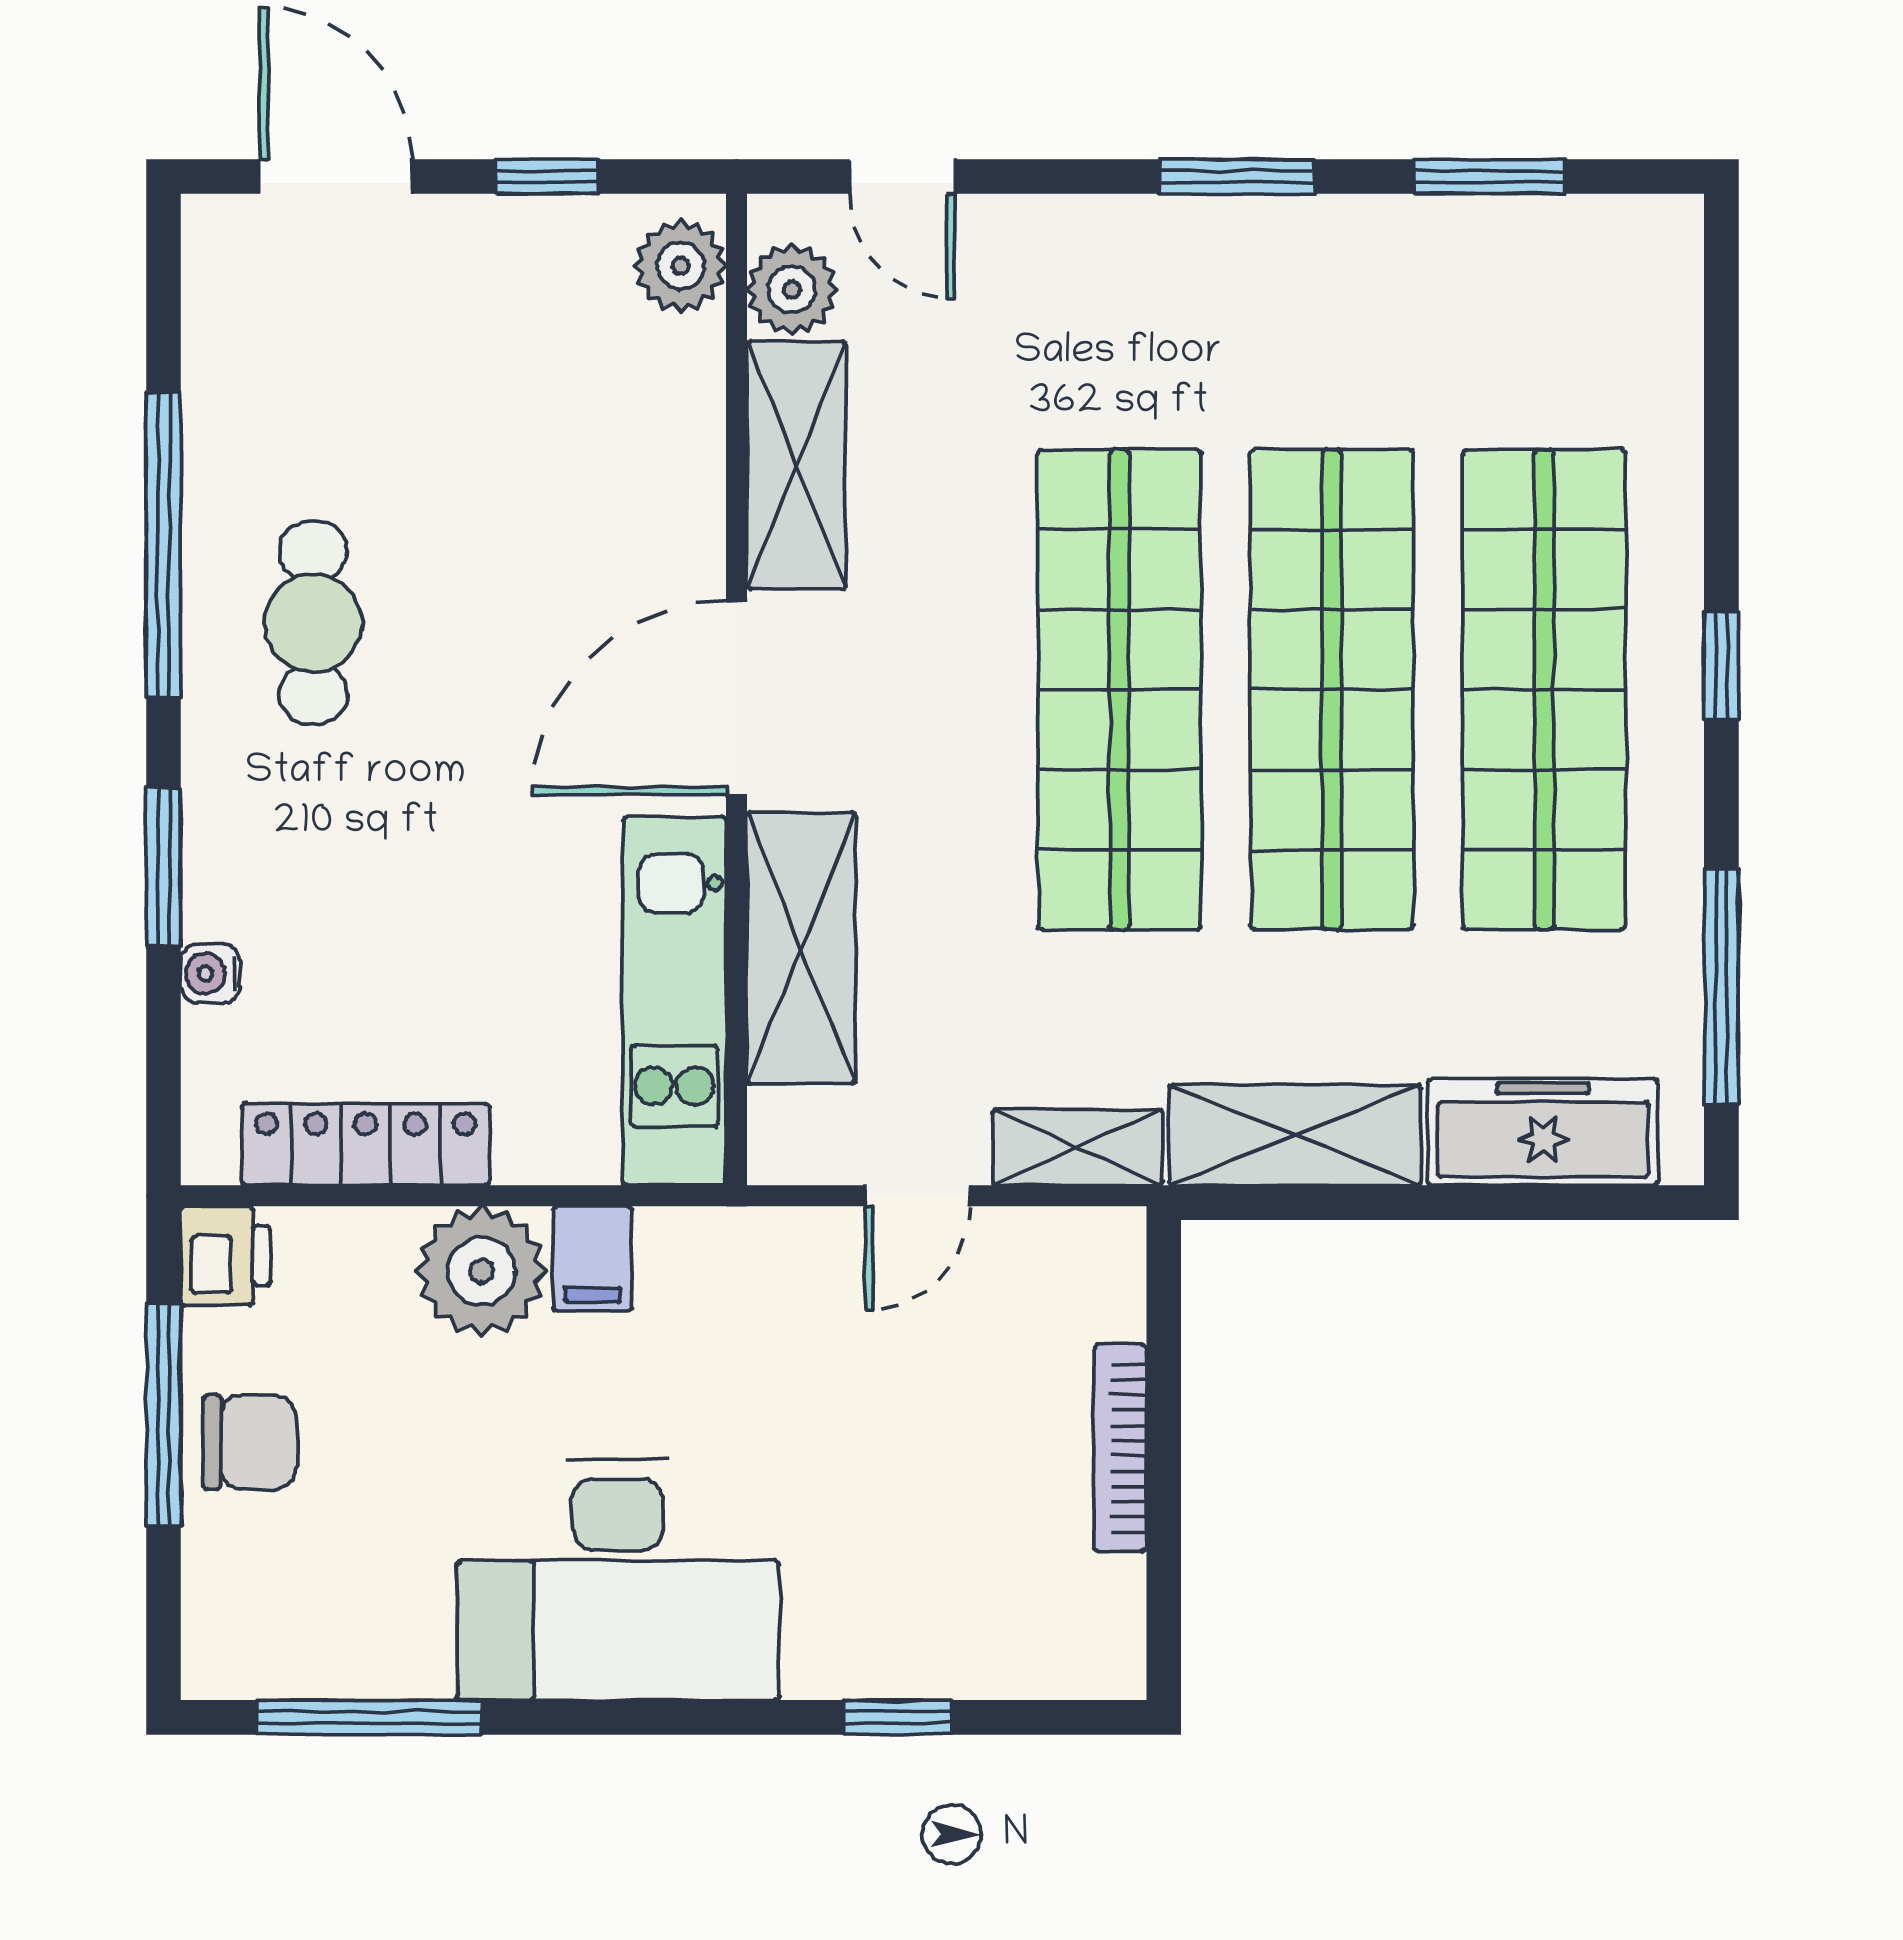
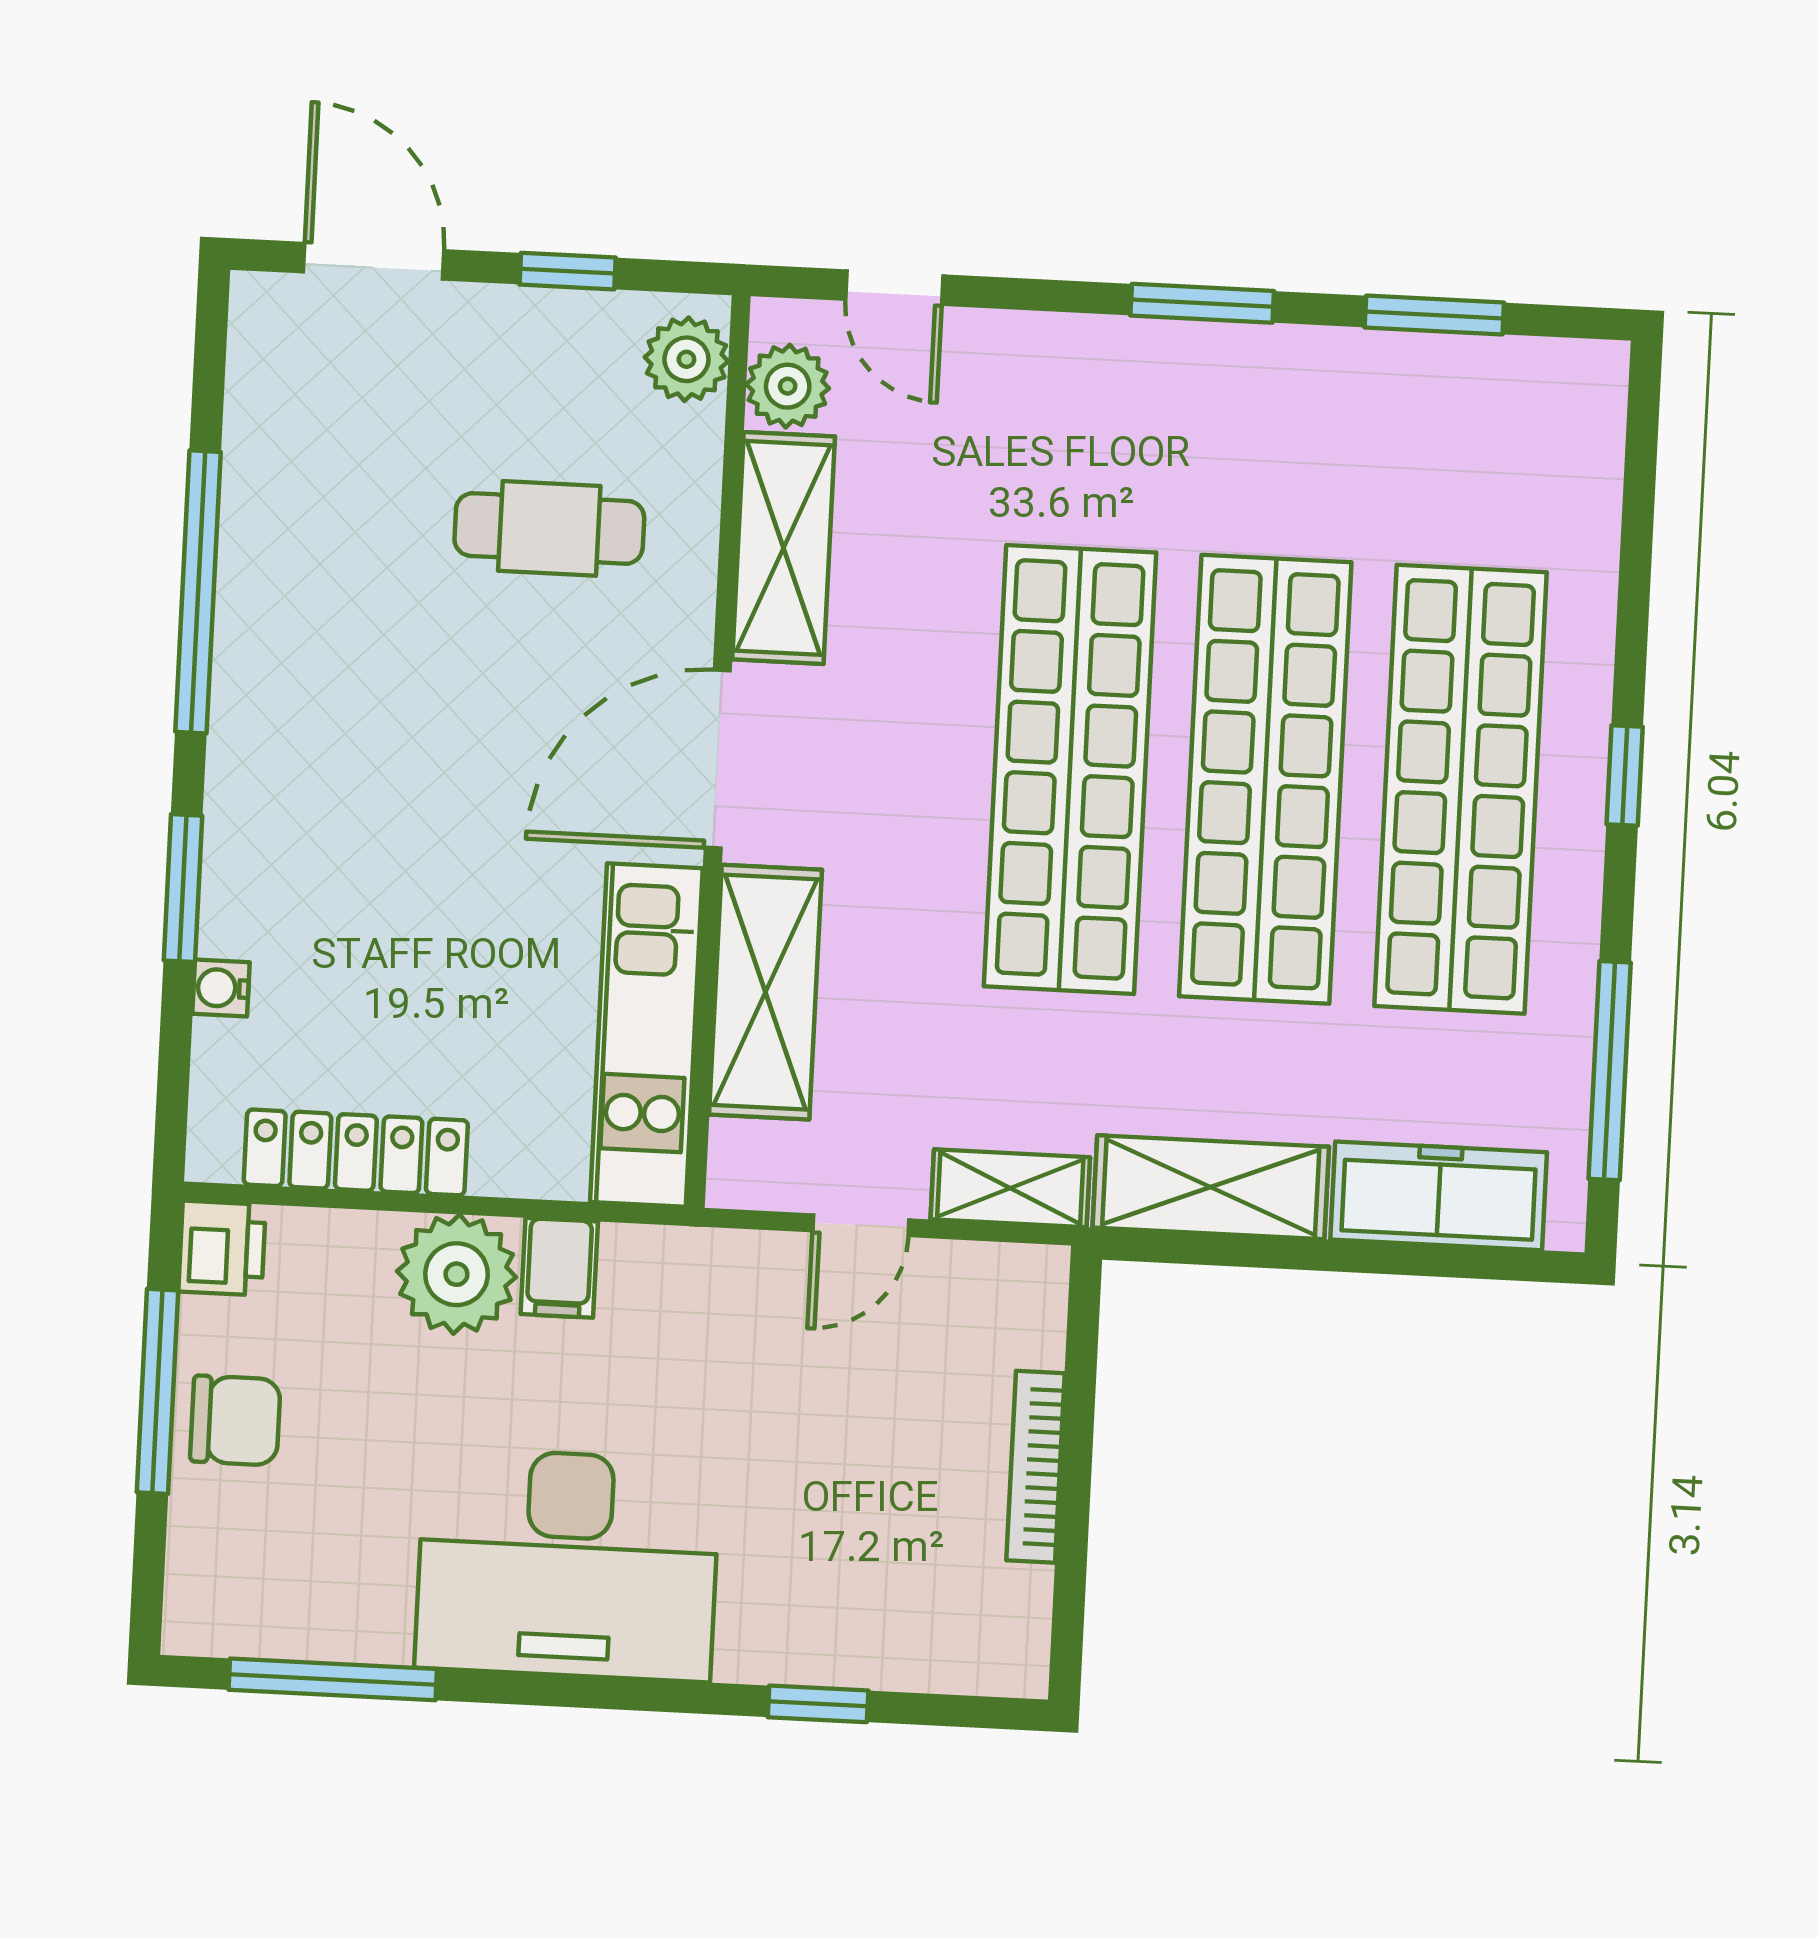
cafe table: (313, 623) -> (549, 528), moved, turned 90

